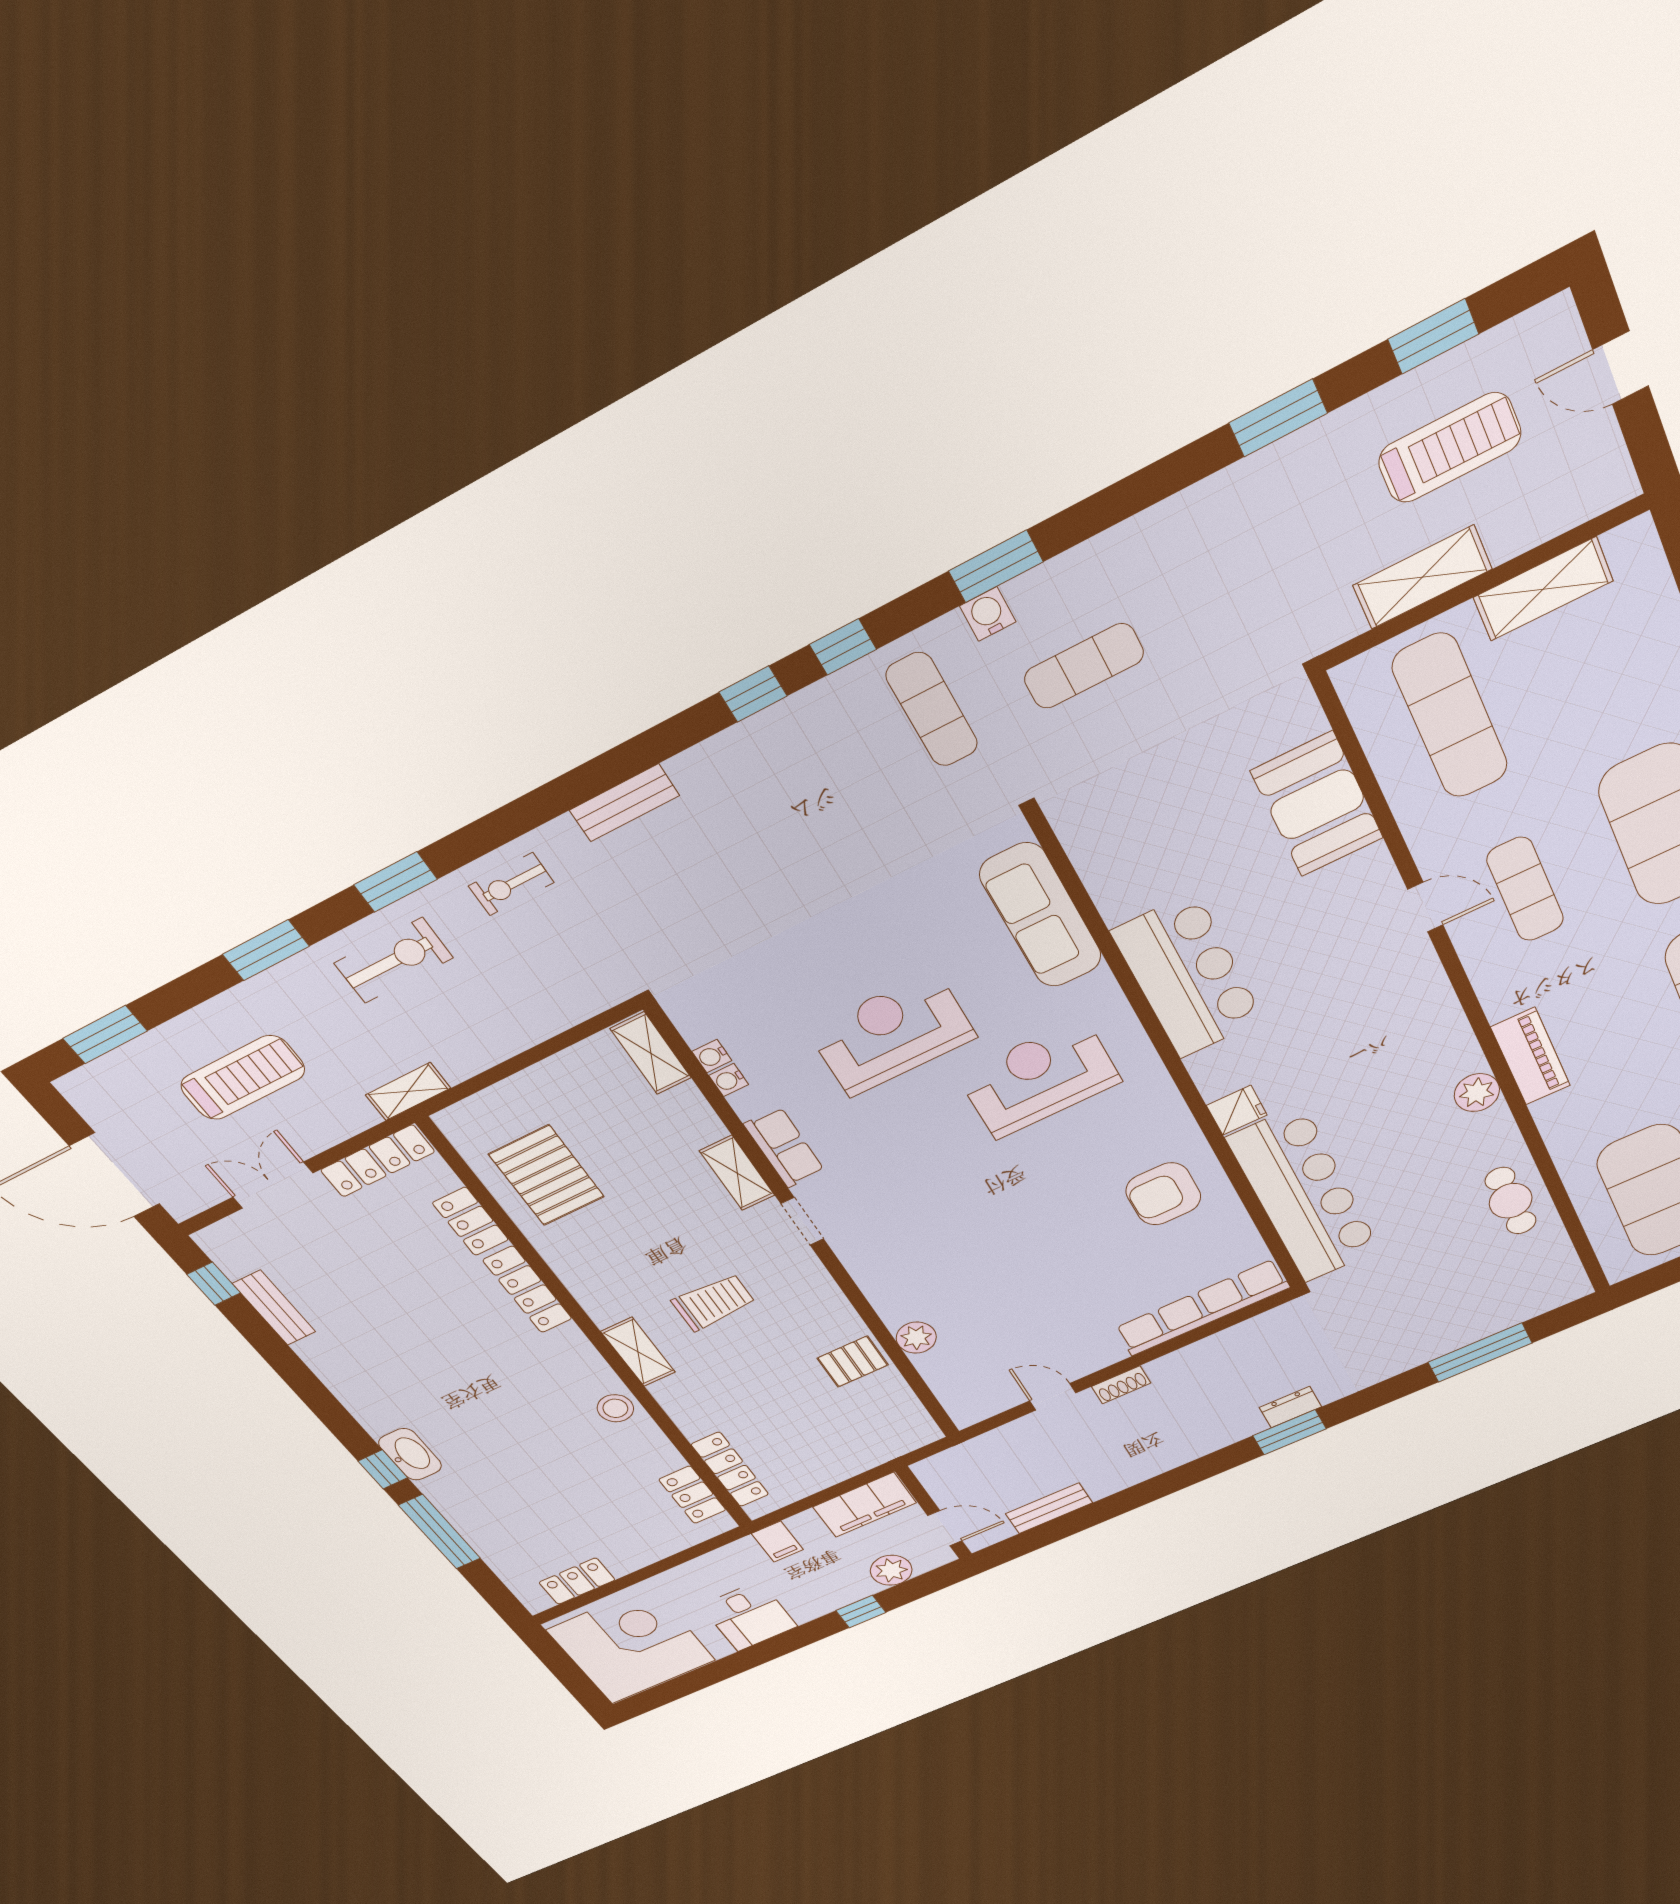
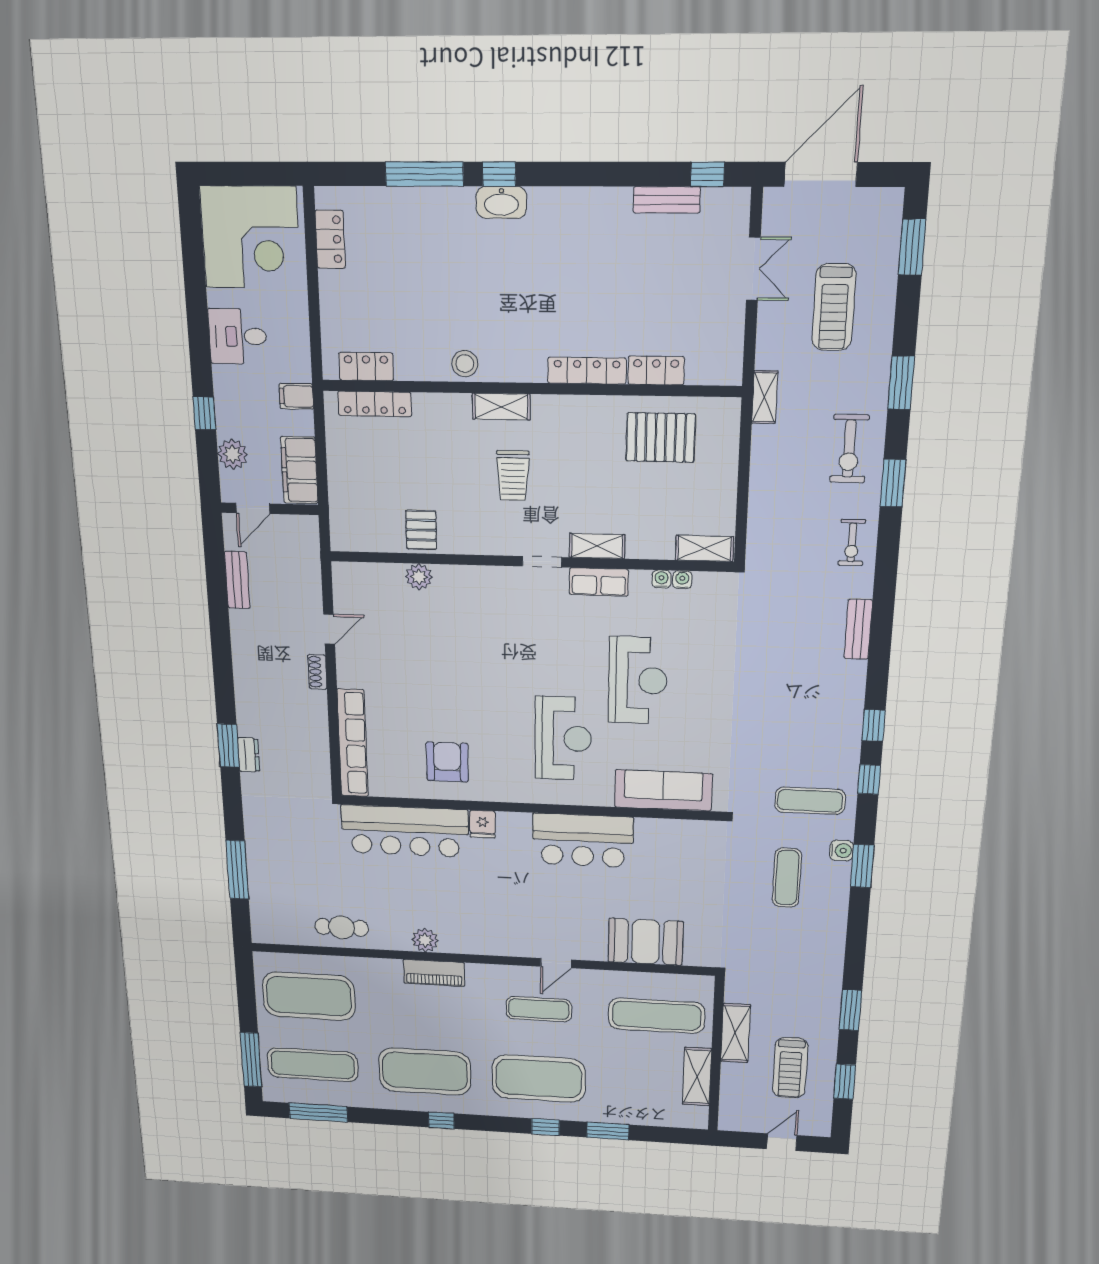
exercise bike: (511, 884) -> (852, 543), turned 180
locker: (378, 1161) -> (731, 345), removed

